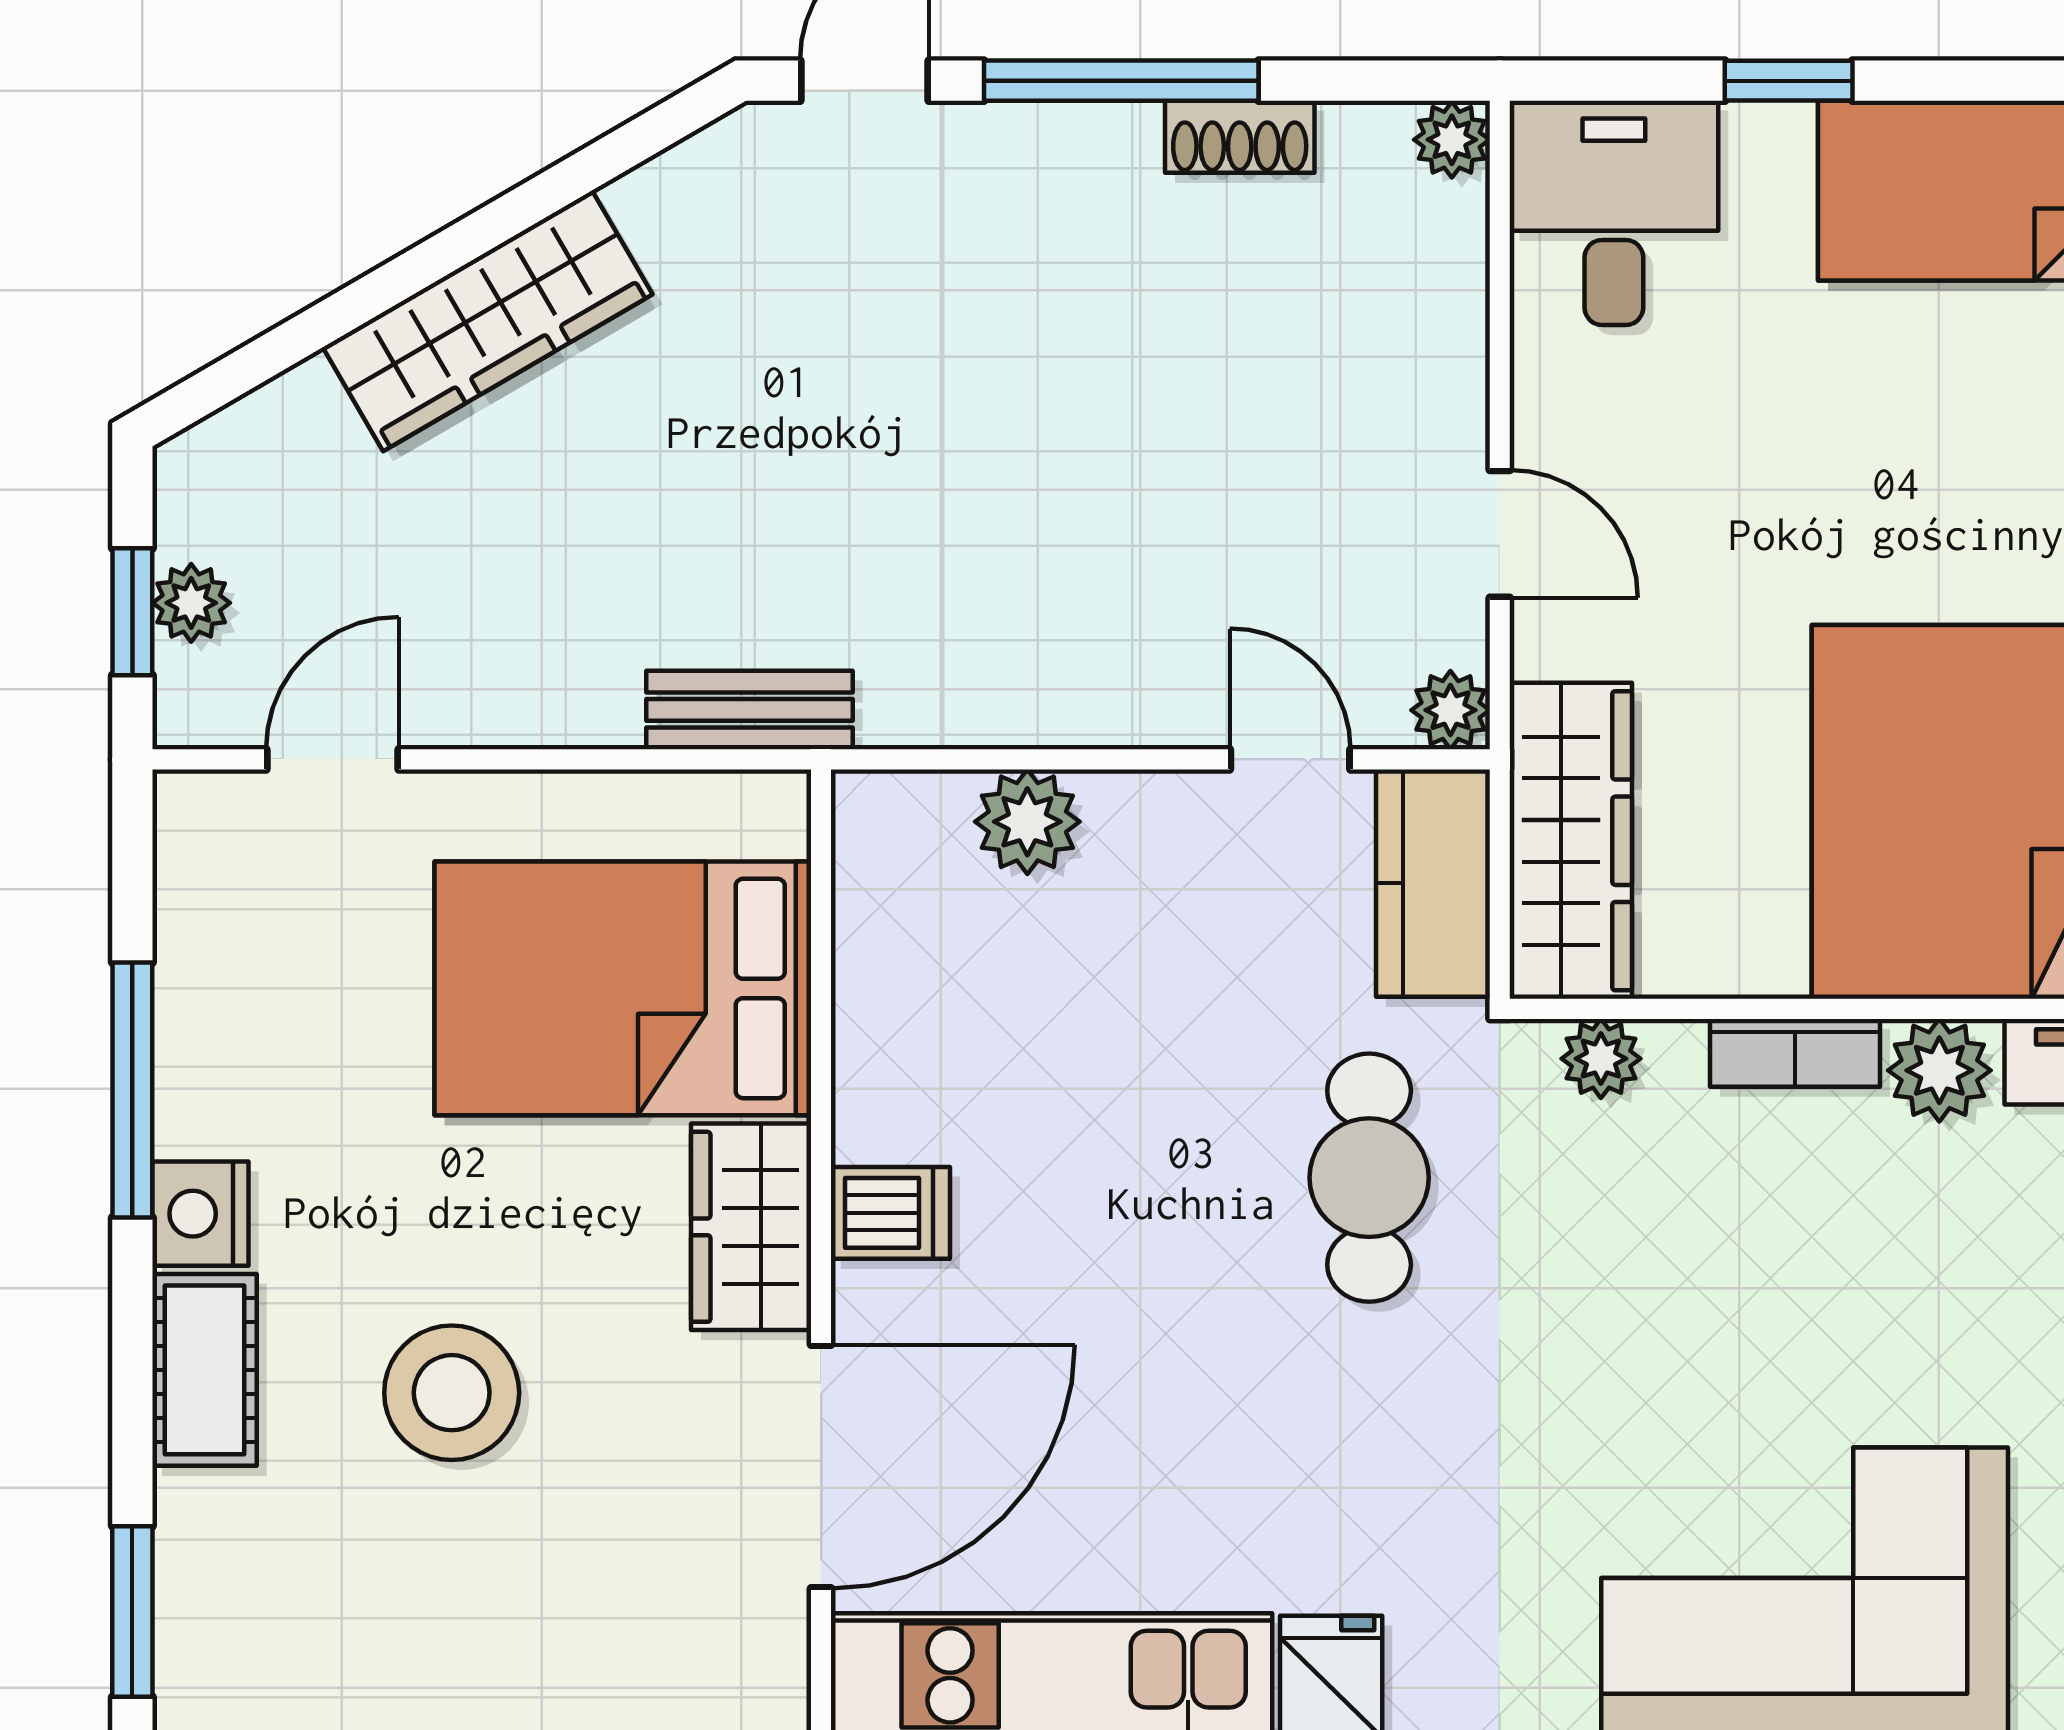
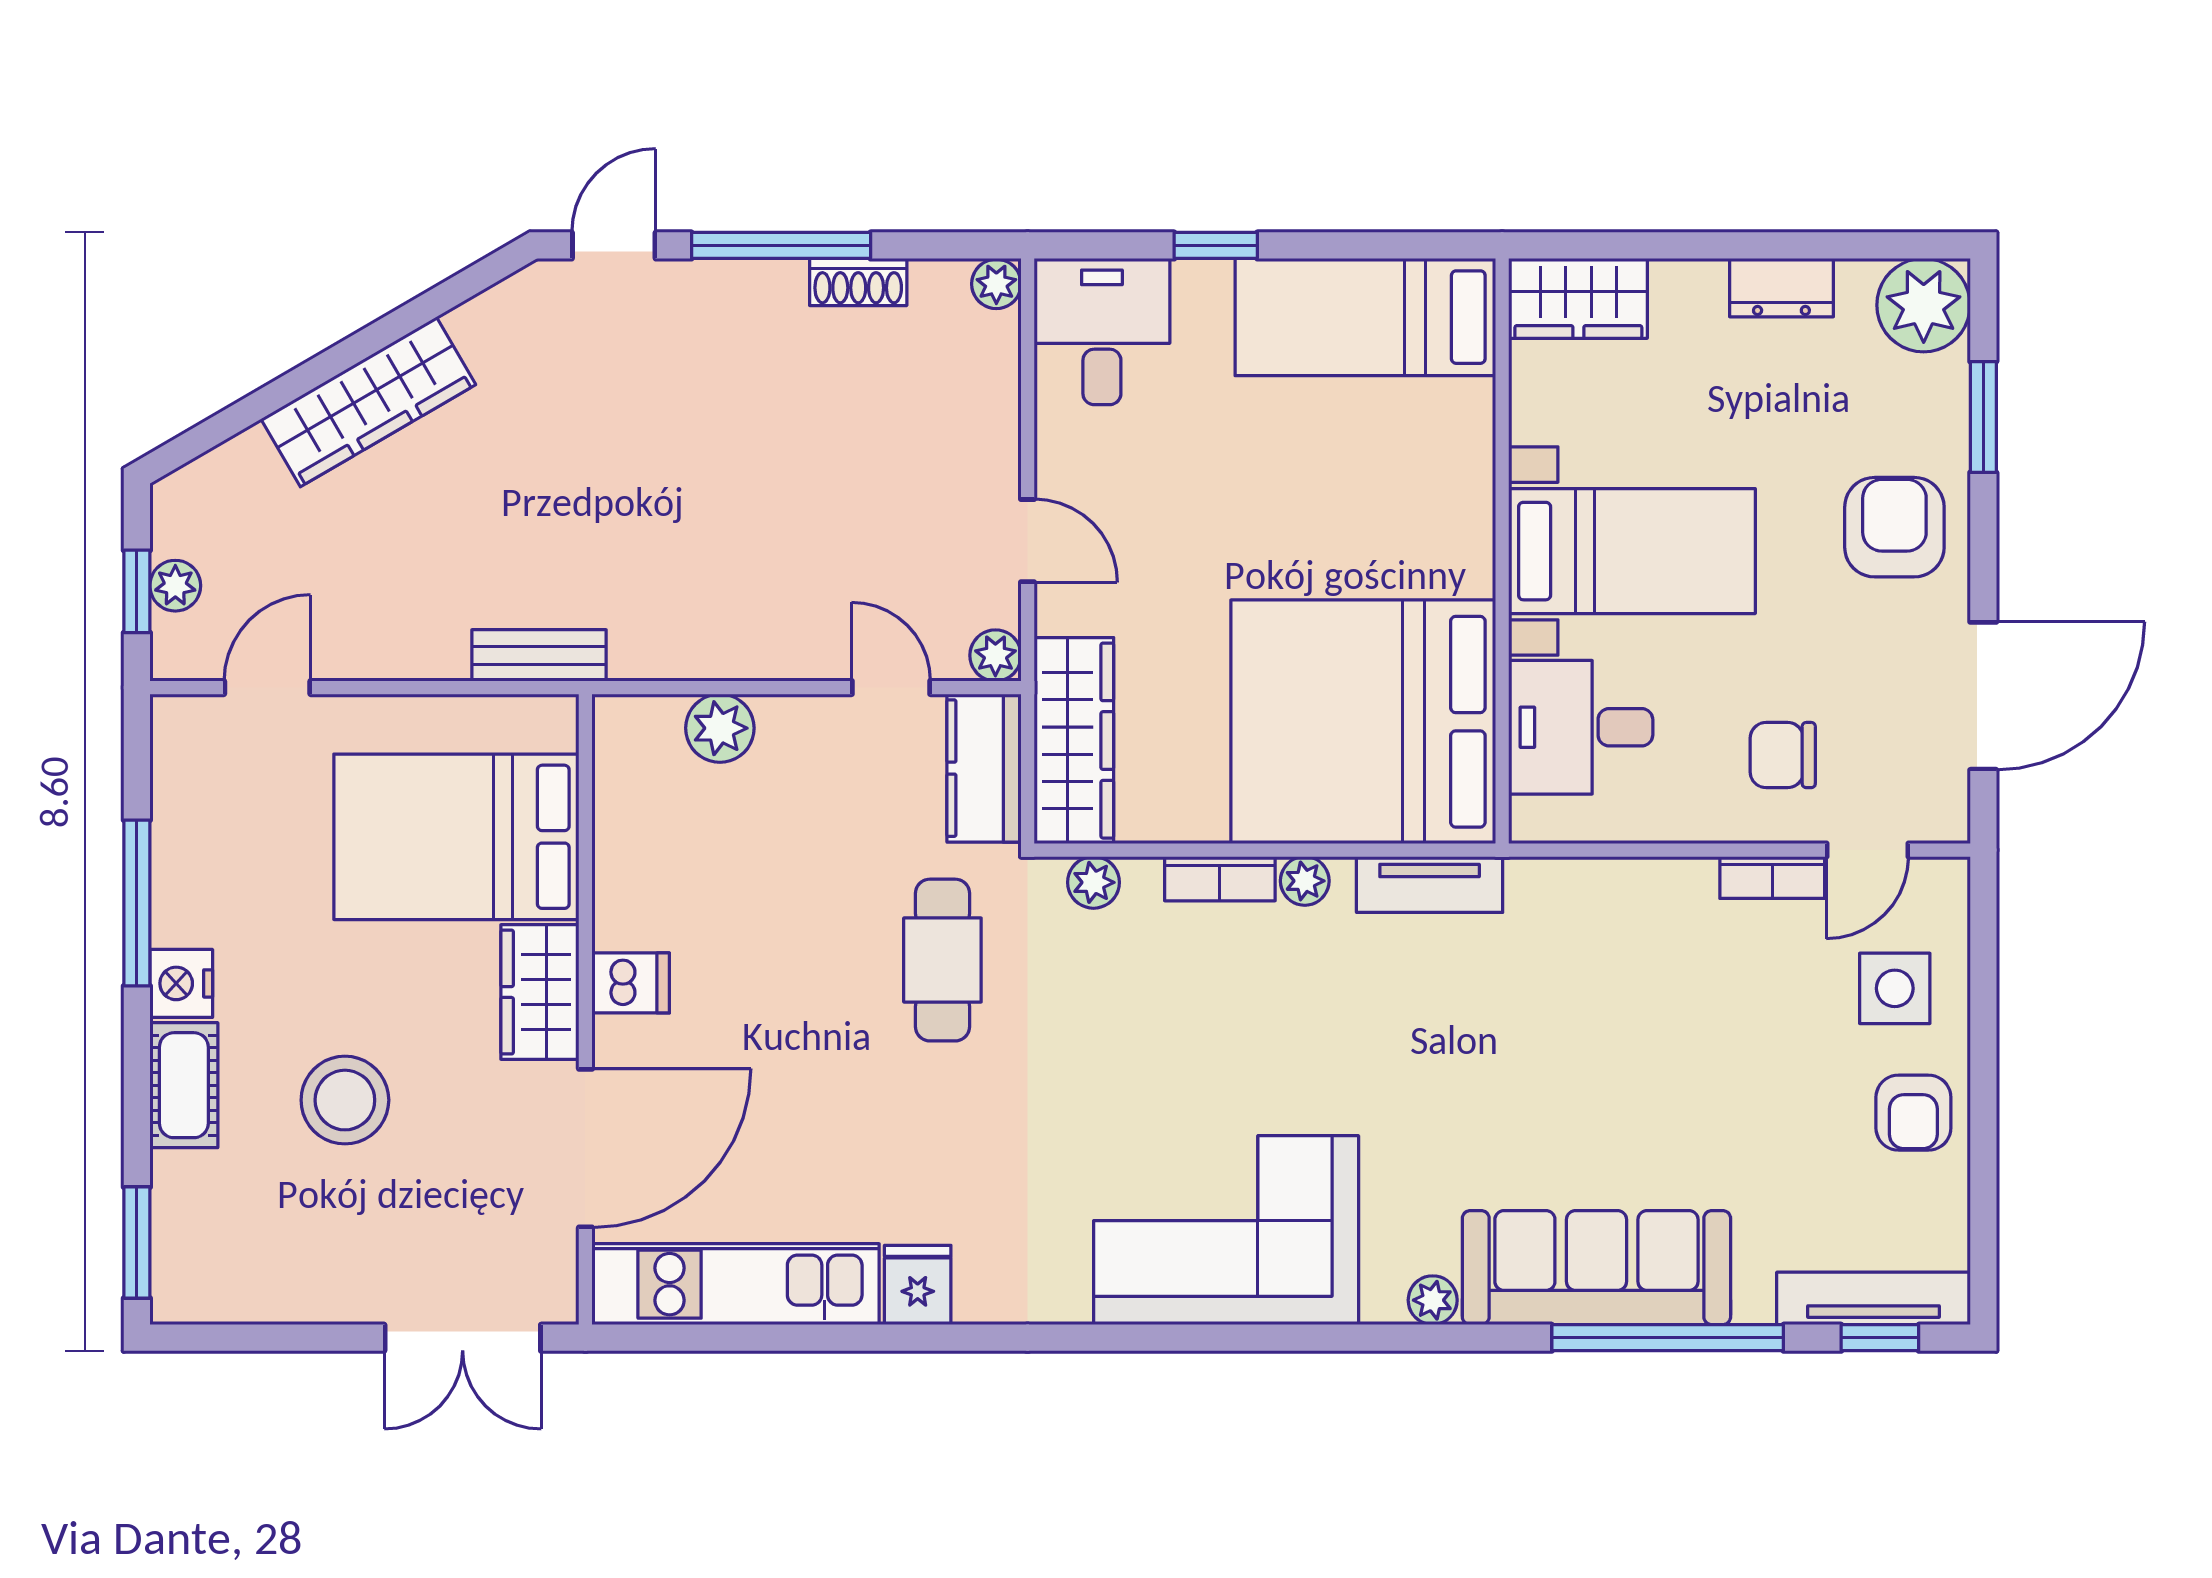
plant: (1939, 1070) -> (1305, 881), width x0.73, depth x0.73

